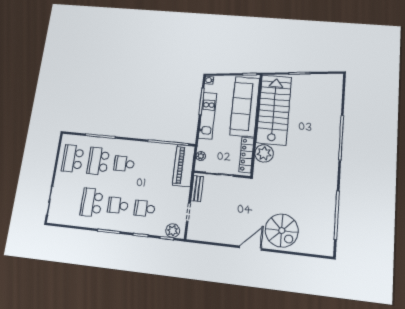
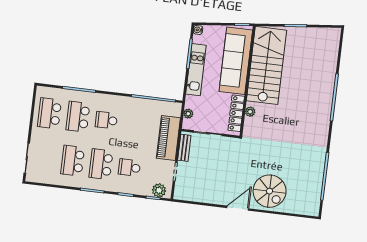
plant: (264, 153) -> (250, 112), width x0.53, depth x0.53
piano: (184, 166) -> (168, 138), moved
school desk: (118, 205) -> (101, 164), width x1.85

